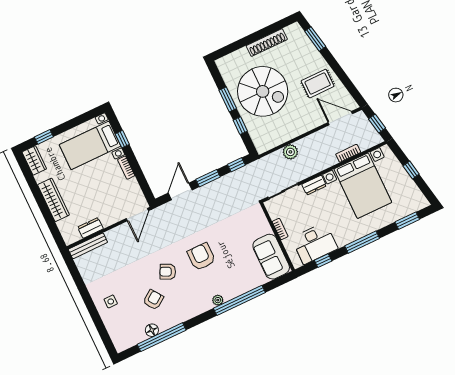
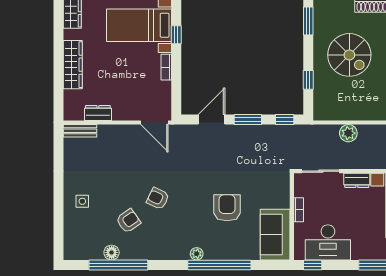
spiral stairs: (263, 91) -> (349, 55), width x0.73, depth x0.73
window: (228, 99) -> (308, 21), moved
door: (137, 215) -> (154, 122), hinge flipped
bench: (88, 246) -> (80, 131), width x0.73
armchair: (201, 257) -> (227, 208), moved
window: (323, 261) -> (313, 265), moved

